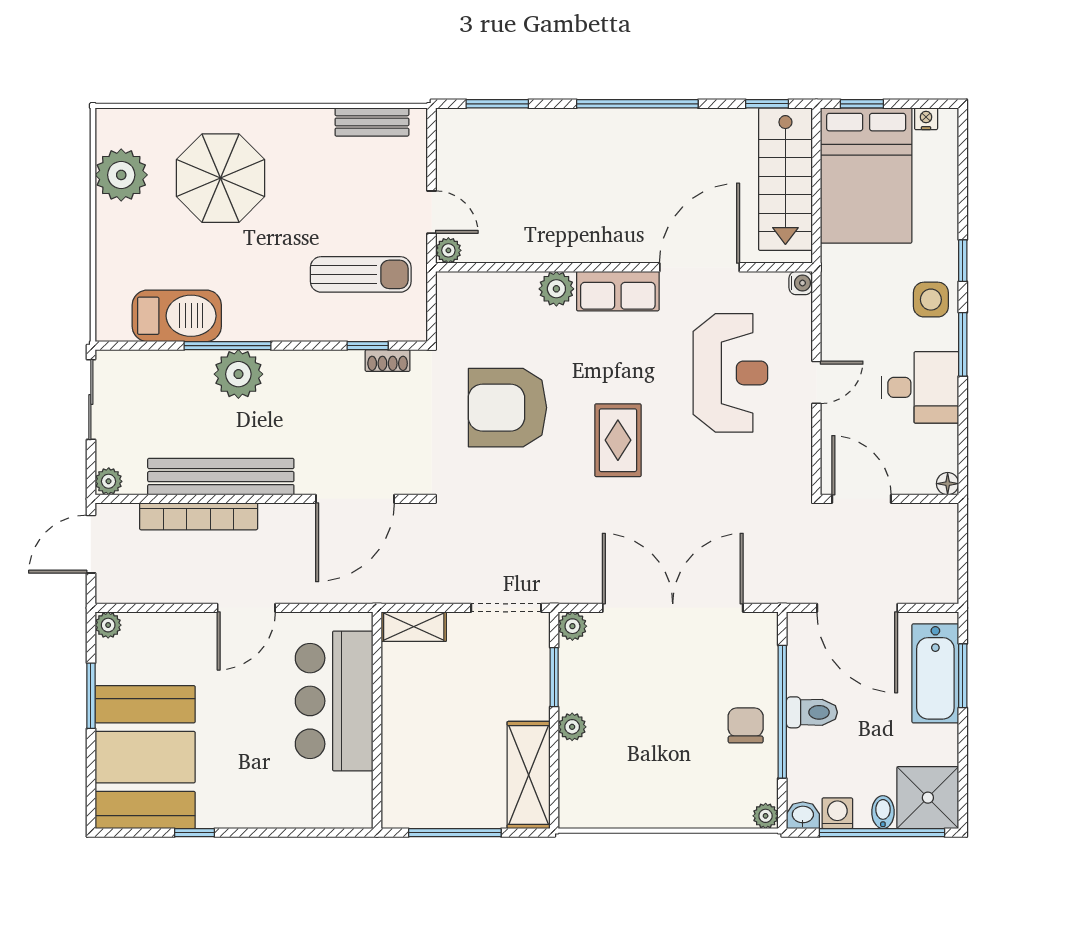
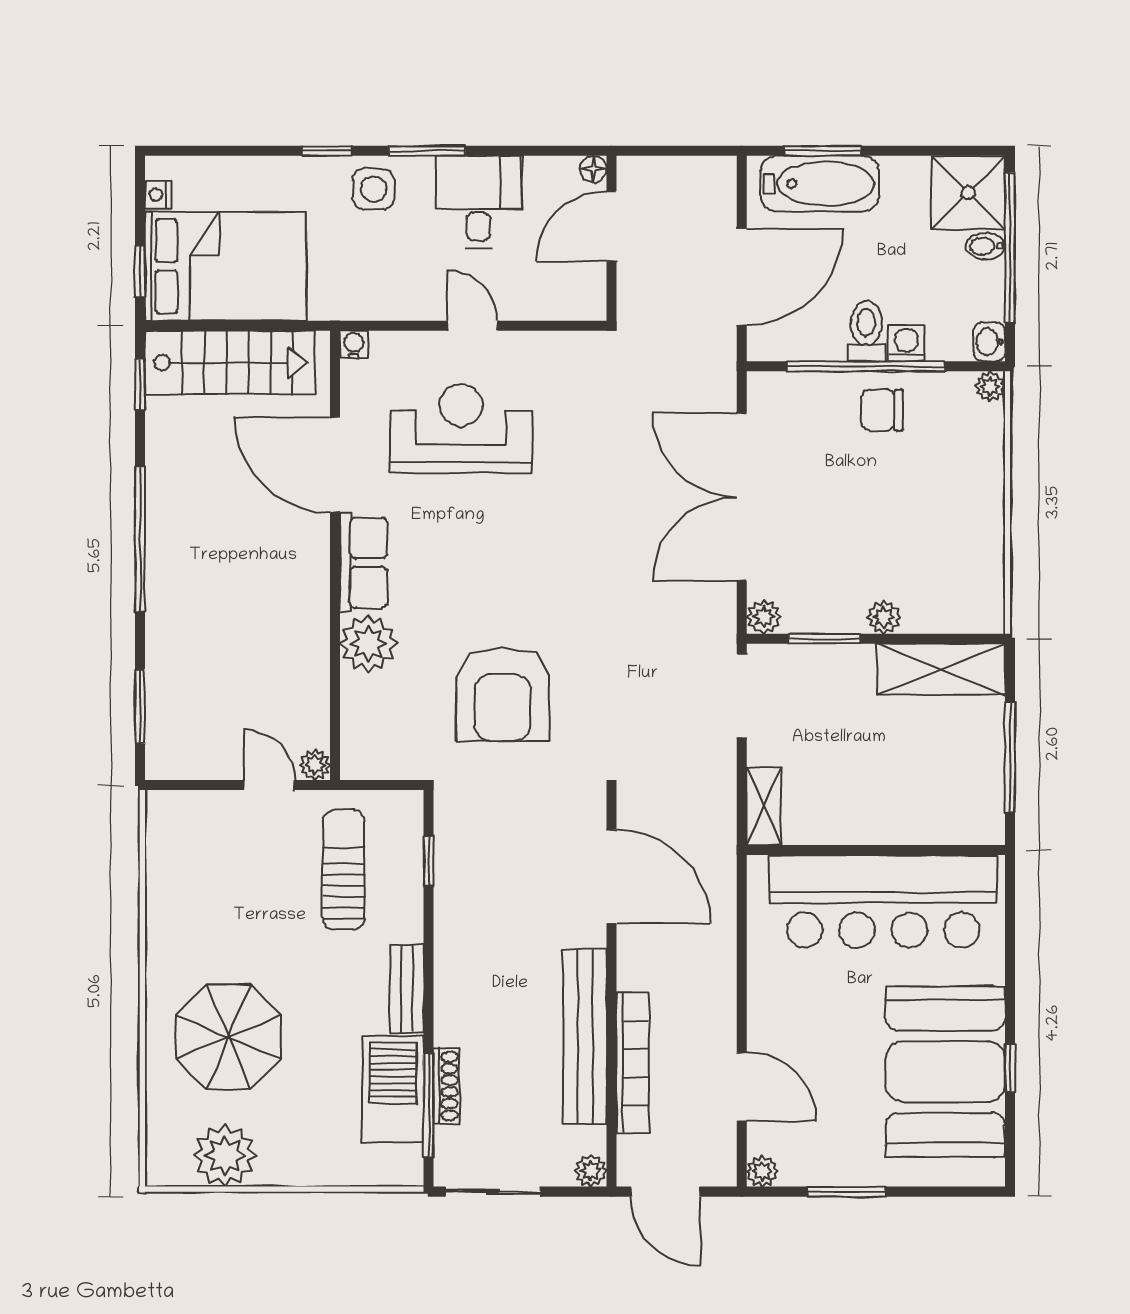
bench: (372, 122) -> (407, 989), moved
door: (432, 212) -> (269, 785), hinge flipped
plant: (556, 289) -> (368, 644), width x1.36, depth x1.36
window: (227, 346) -> (429, 1105), moved
shoe rack: (388, 361) -> (446, 1086), moved, width x1.43
plant: (238, 374) -> (463, 1016), removed
rug: (618, 440) -> (542, 562), removed
door: (861, 499) -> (612, 226), moved
door: (246, 608) -> (742, 1086), moved
bar counter: (334, 701) -> (883, 901), width x1.36
booth: (145, 757) -> (945, 1072), moved, turned 90
washing machine: (837, 813) -> (906, 343), moved, turned 90

